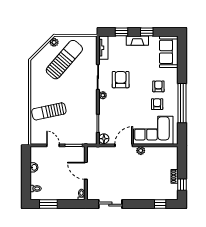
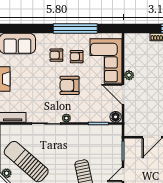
armchair: (121, 80) -> (70, 85), moved

